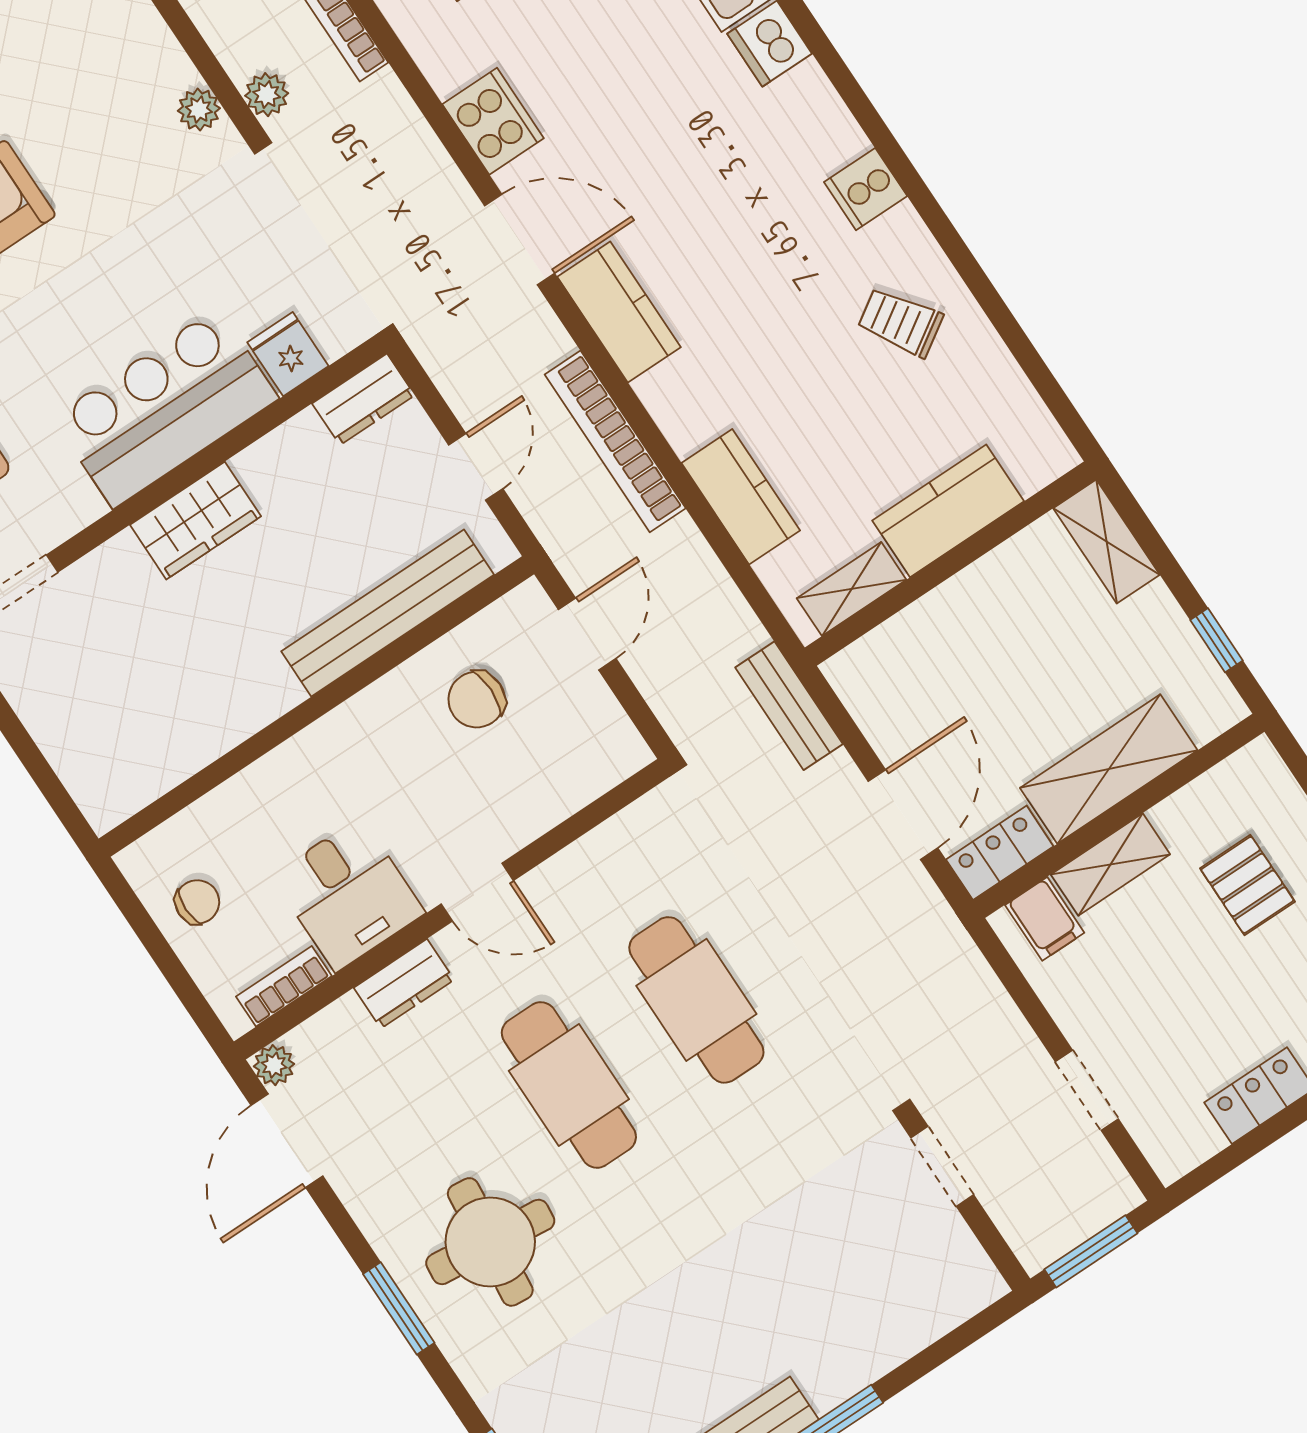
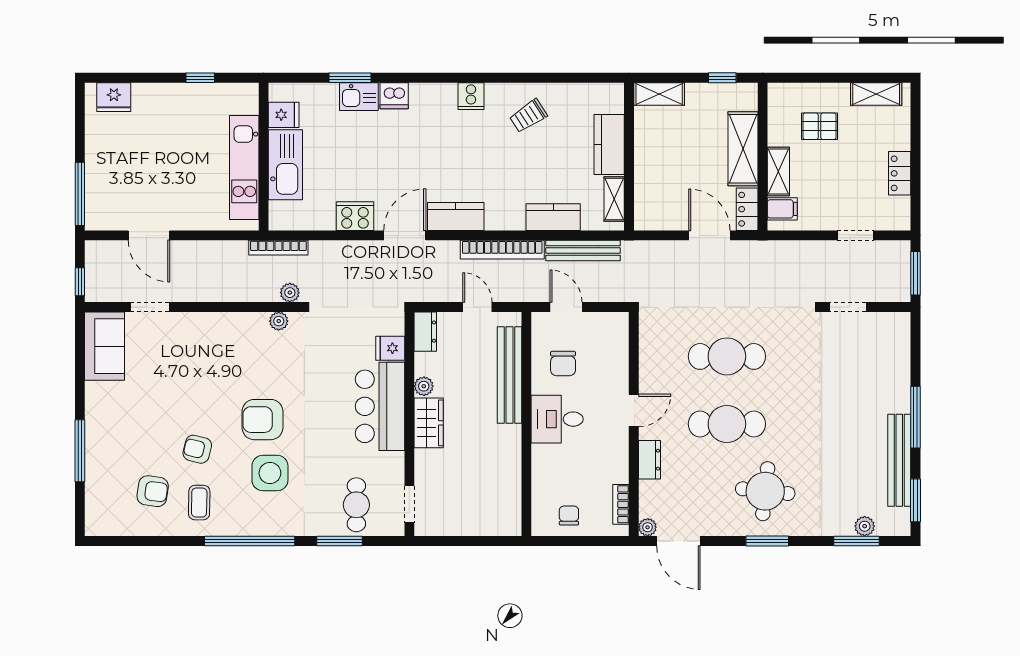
plant: (259, 465) -> (424, 386), added
bench: (789, 706) -> (583, 251), moved, width x1.36
desk: (348, 894) -> (557, 419), moved, turned 180

